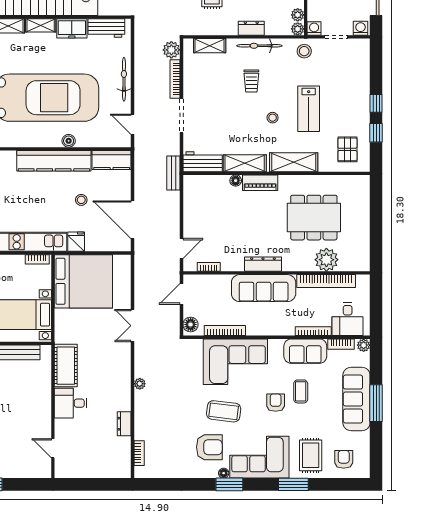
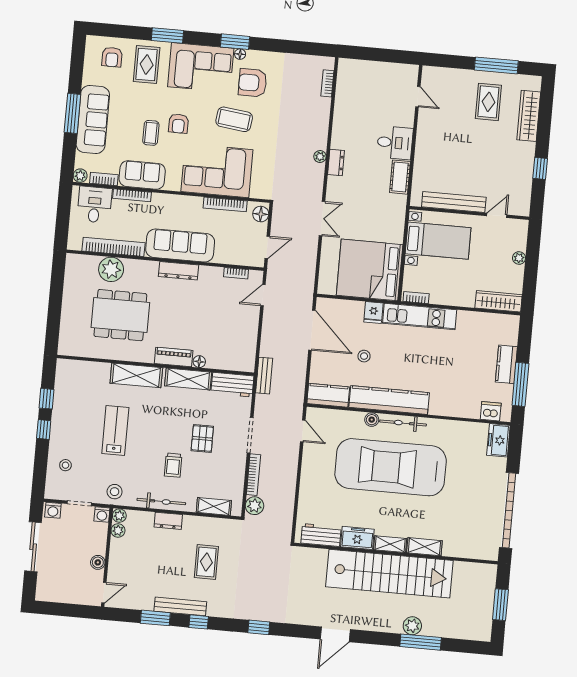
bicycle: (124, 79) -> (403, 423), moved, turned 90
trolley: (251, 81) -> (173, 465), turned 180
stool: (273, 118) -> (65, 465), moved
pallet: (347, 149) -> (202, 438), moved
cot: (66, 366) -> (400, 177), width x0.73, depth x0.75
dresser: (124, 424) -> (336, 163), moved

